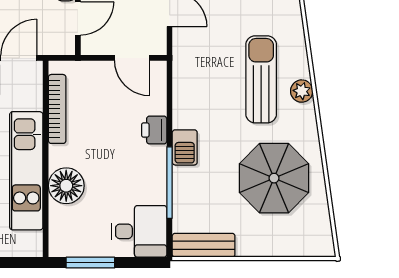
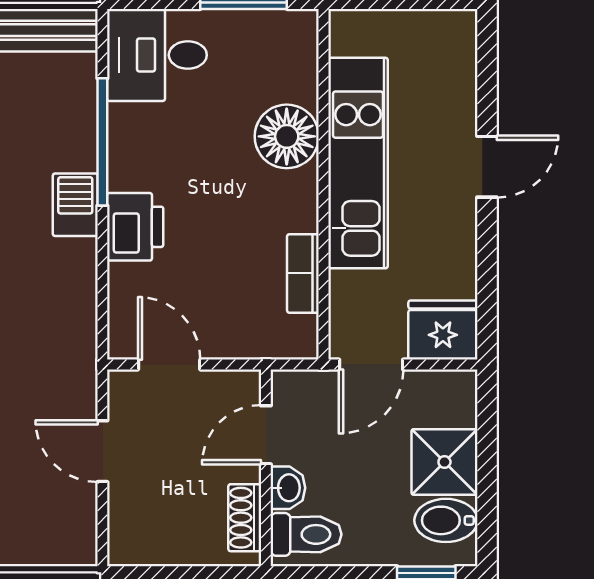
bookcase: (57, 109) -> (303, 273), width x0.64
printer: (154, 130) -> (135, 227), width x1.36, depth x1.24

